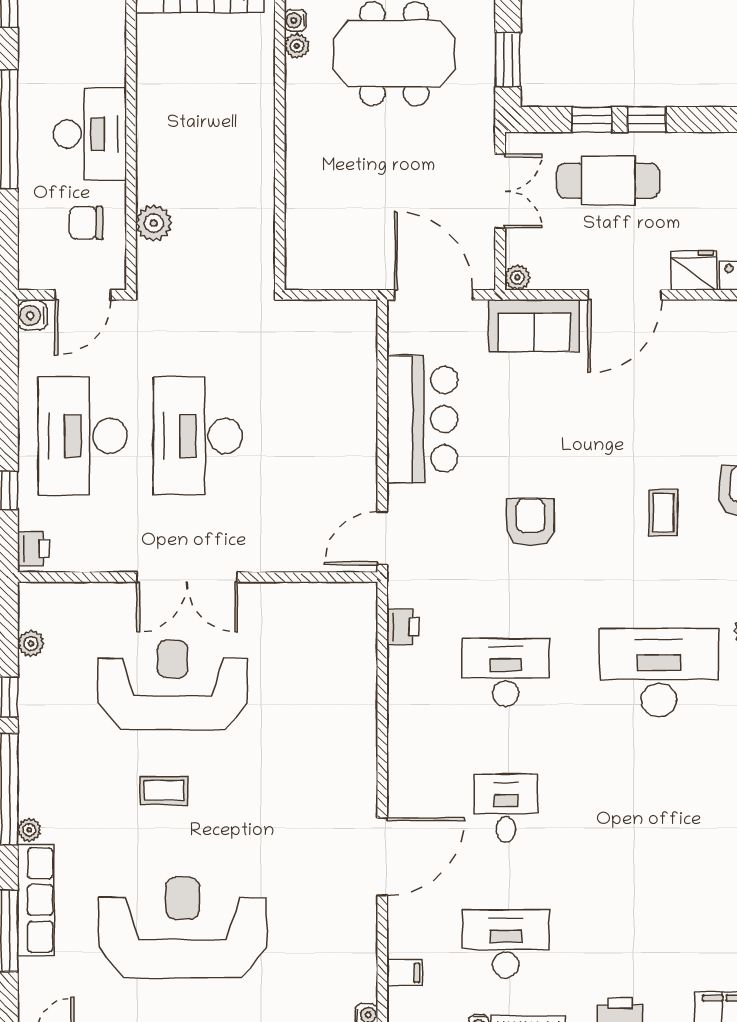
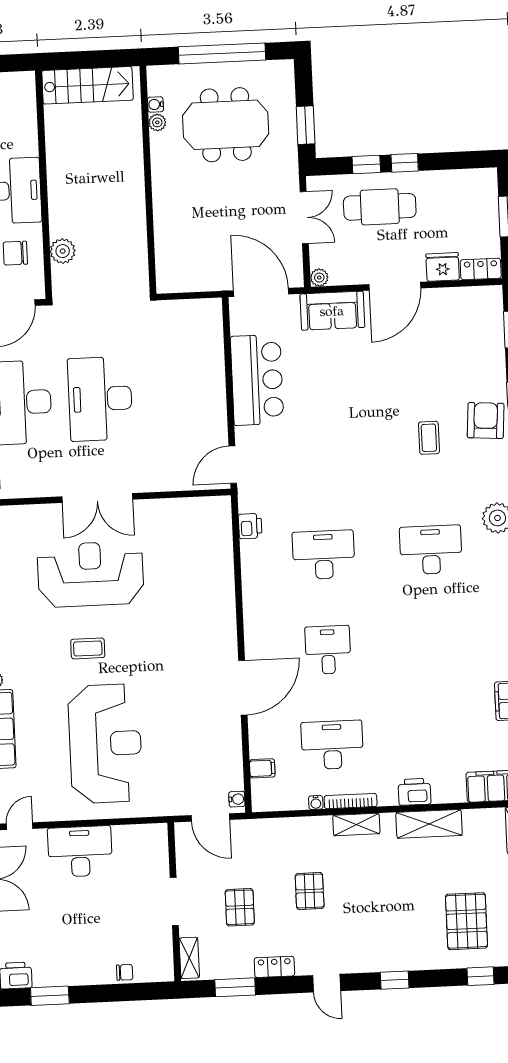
armchair: (530, 522) -> (336, 449), removed
desk: (659, 672) -> (431, 550), width x0.73, depth x0.77
reception desk: (183, 927) -> (105, 744), turned 90

